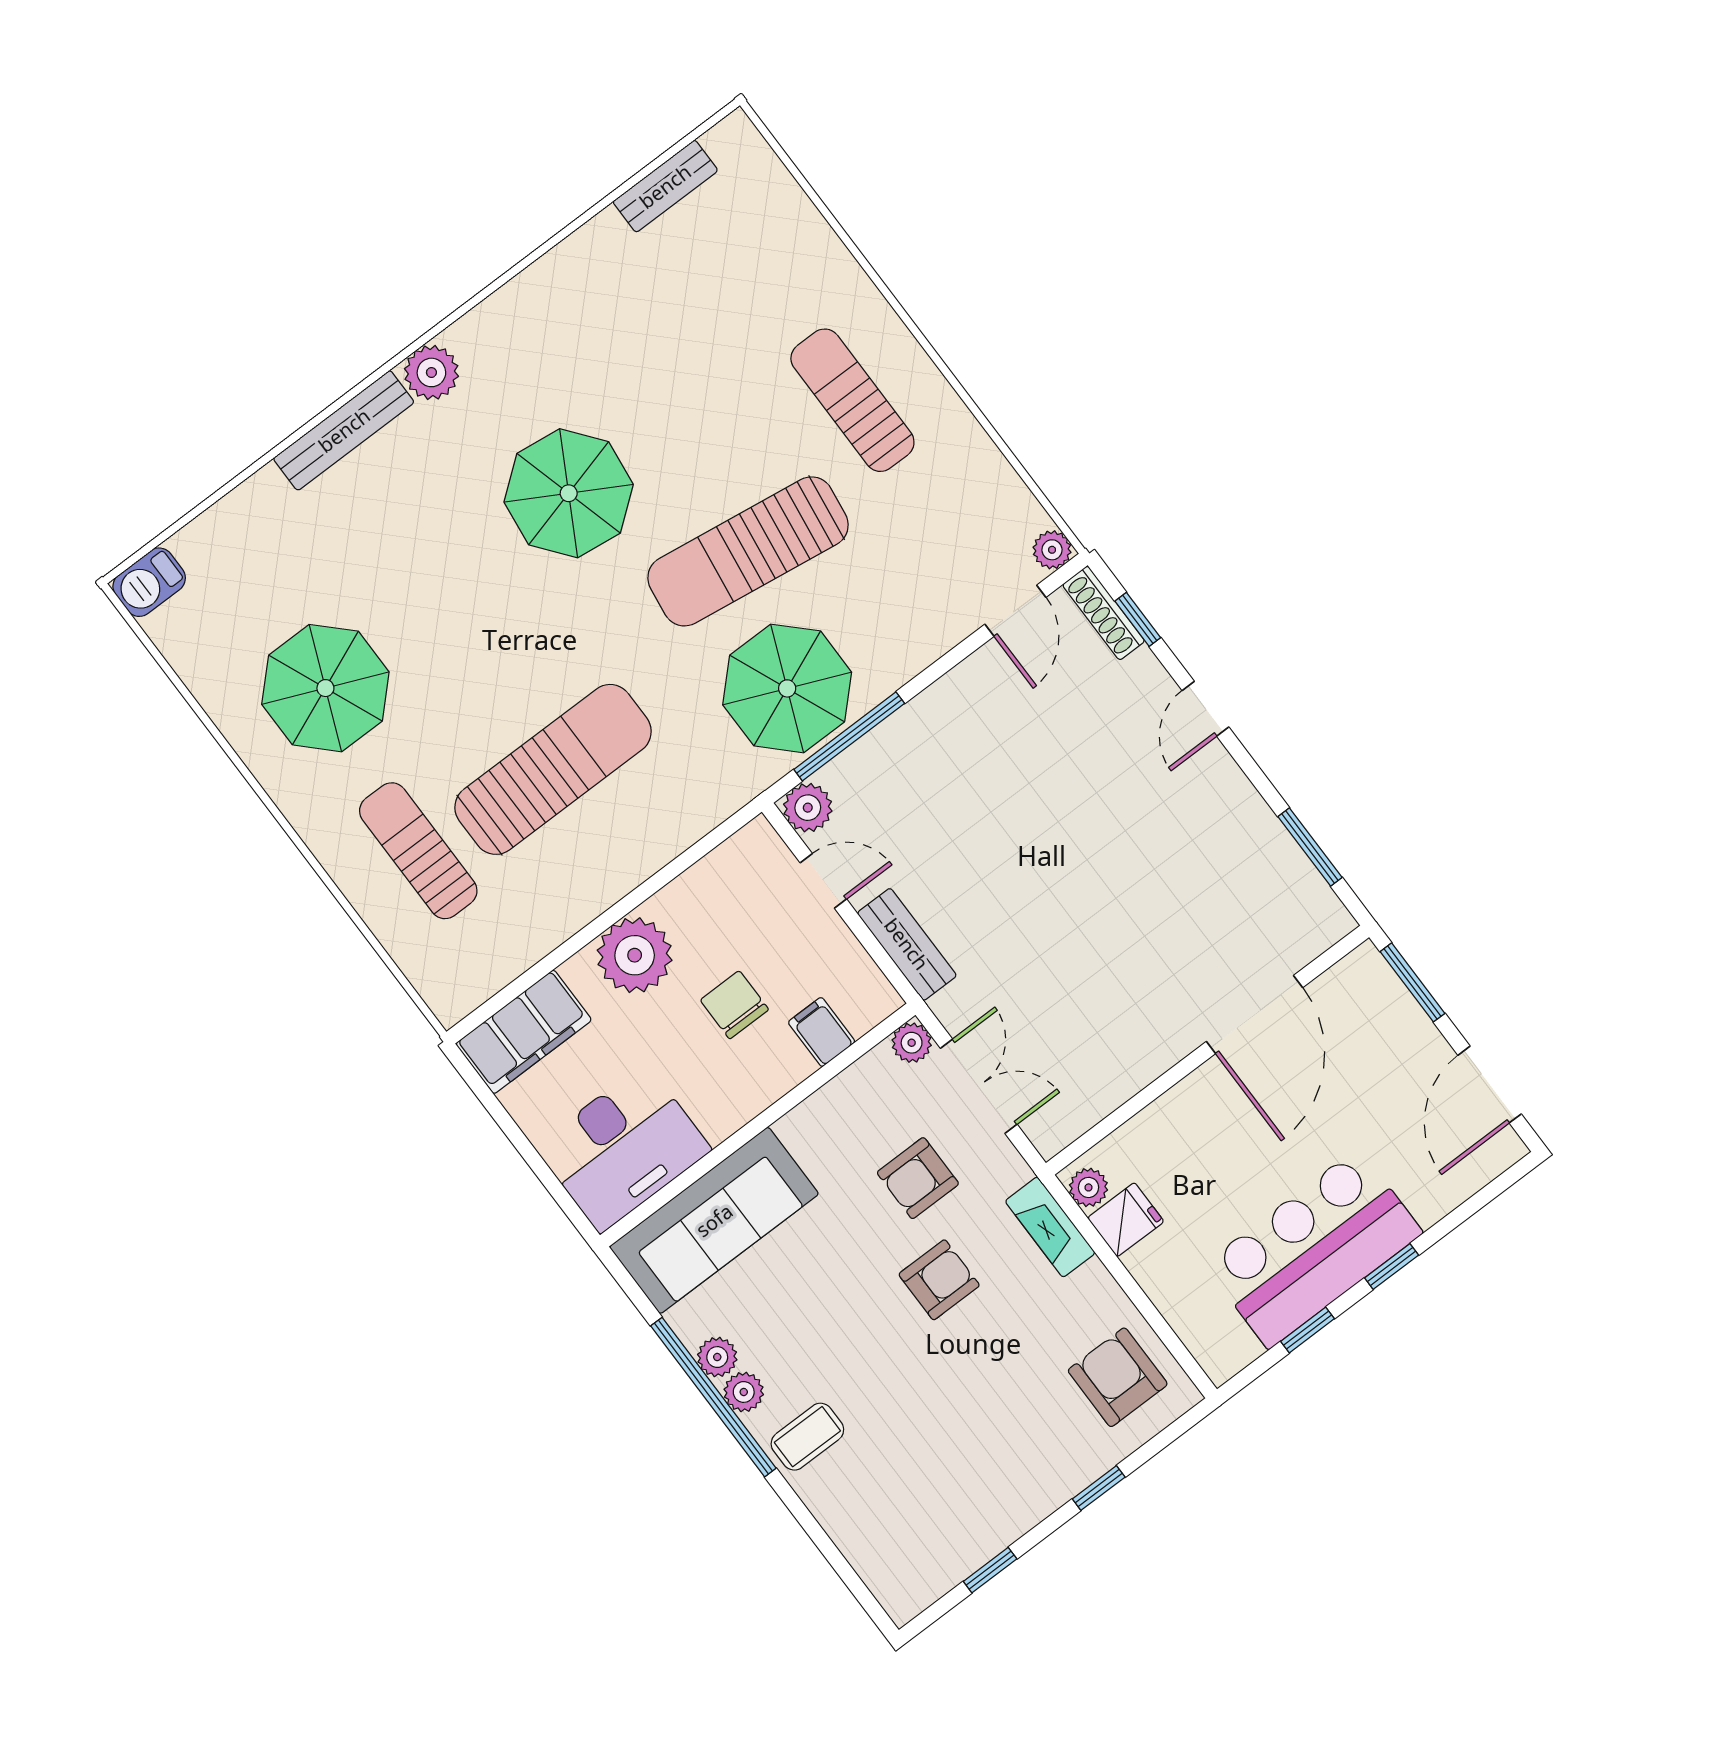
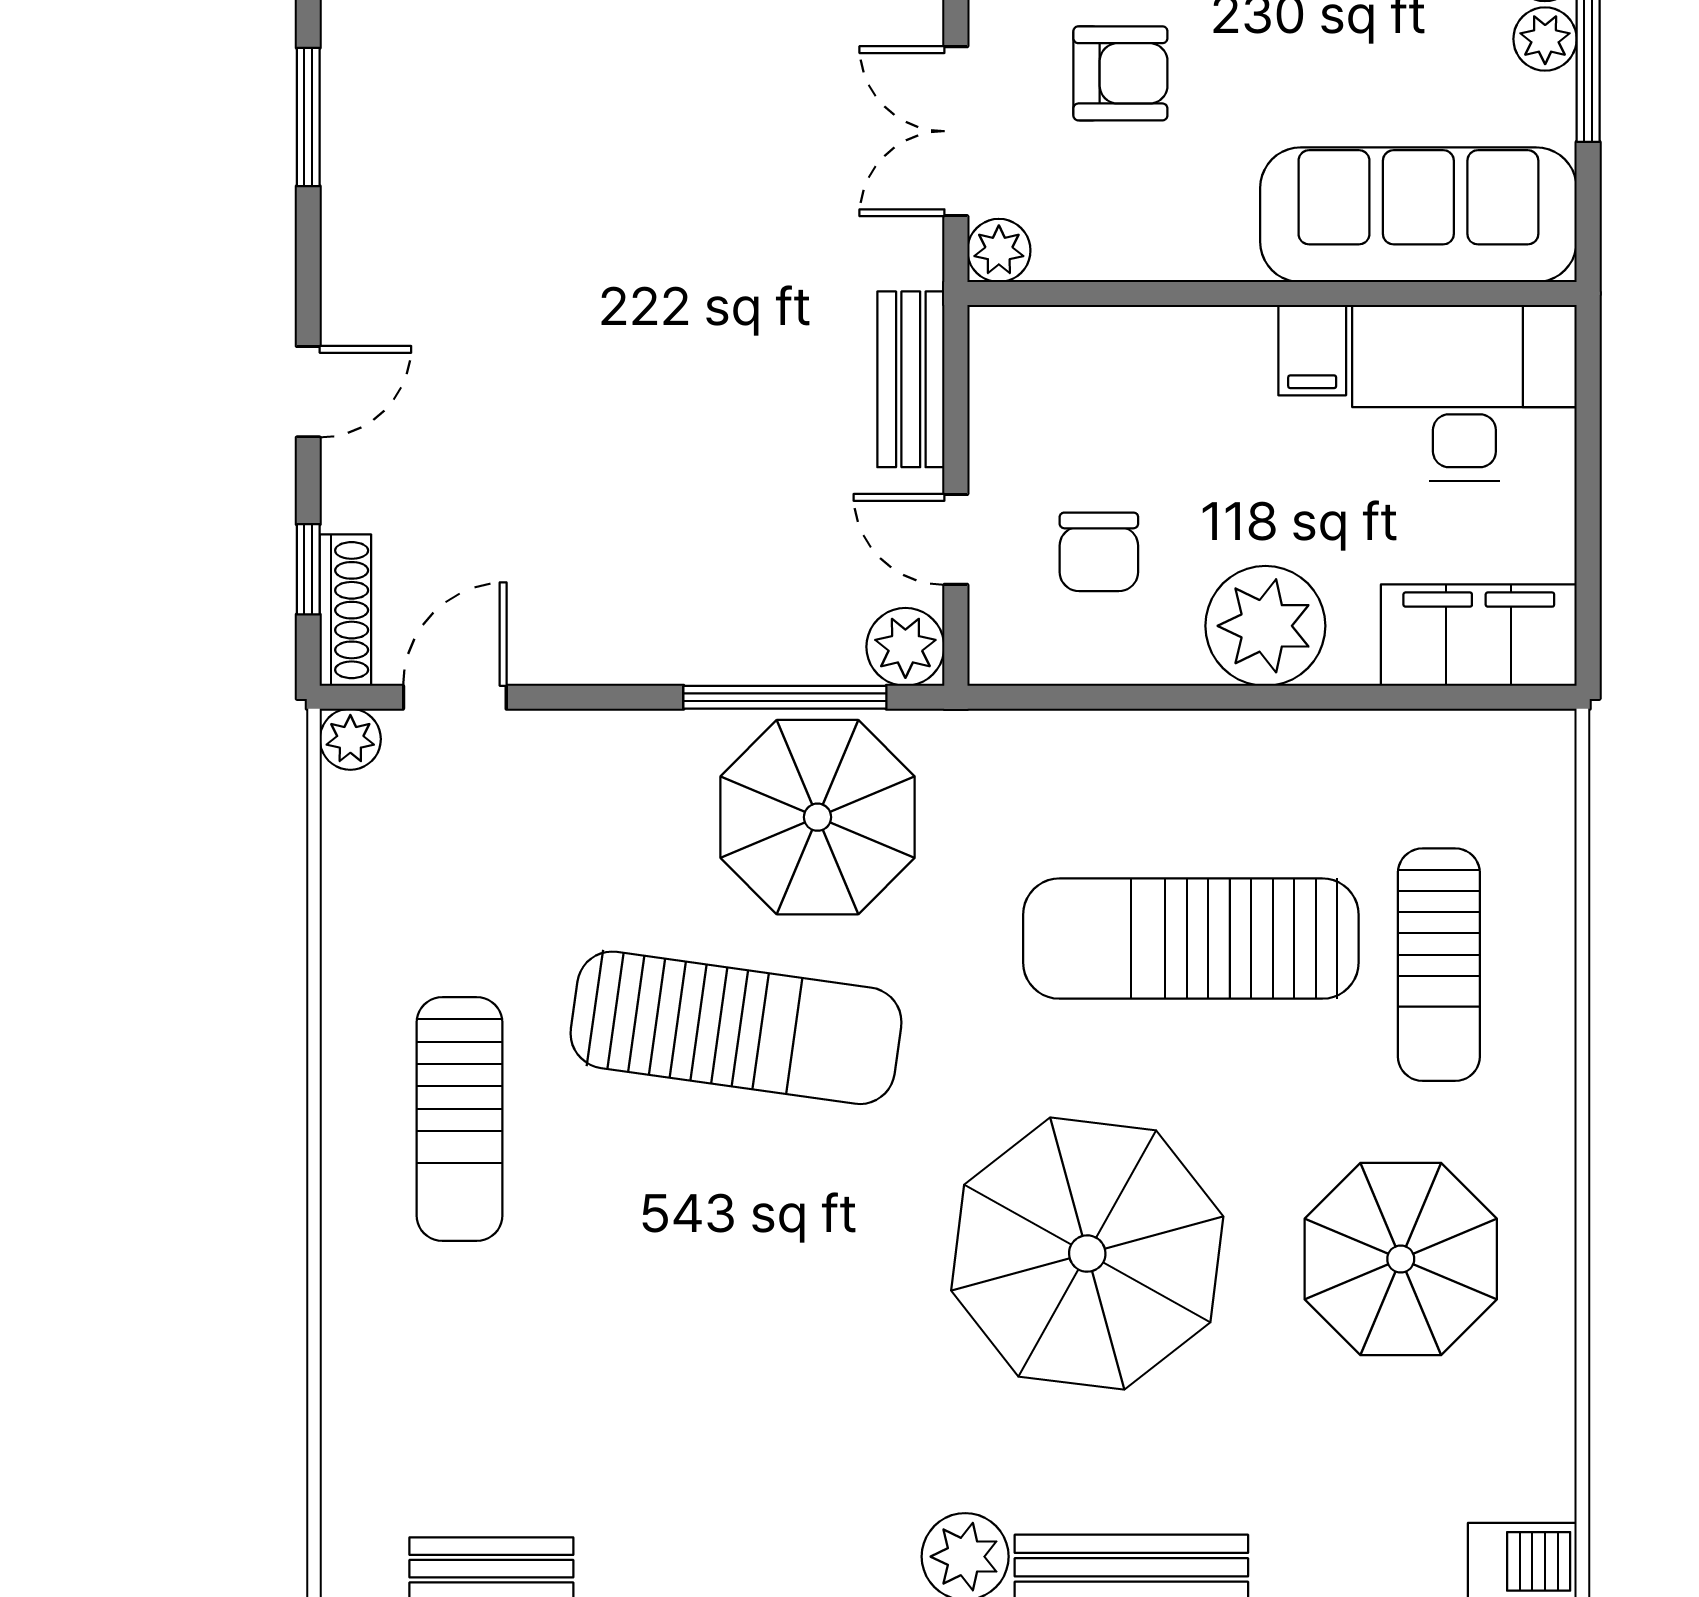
parasol: (569, 493) -> (1087, 1254), moved, width x1.36, depth x1.36
chair: (734, 1005) -> (1099, 552), moved
filing cabinet: (822, 1032) -> (1312, 350), moved

